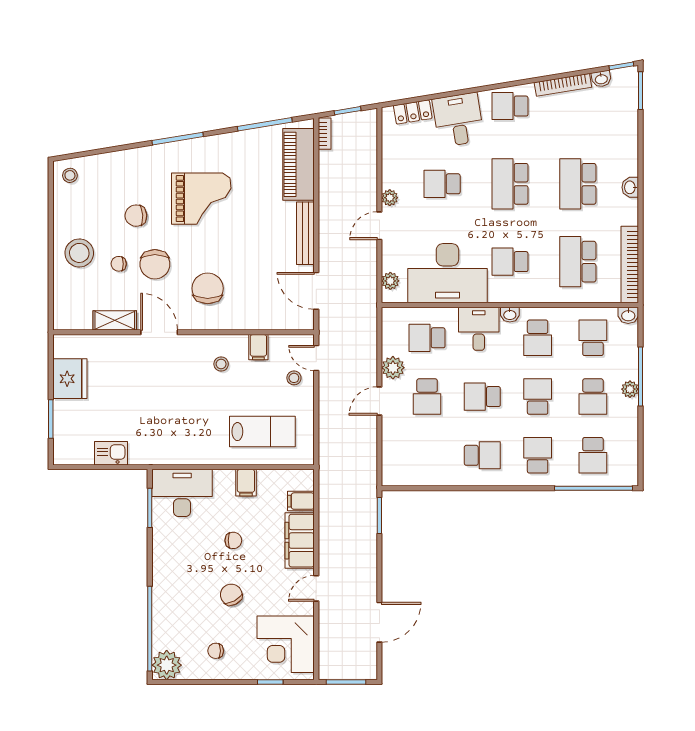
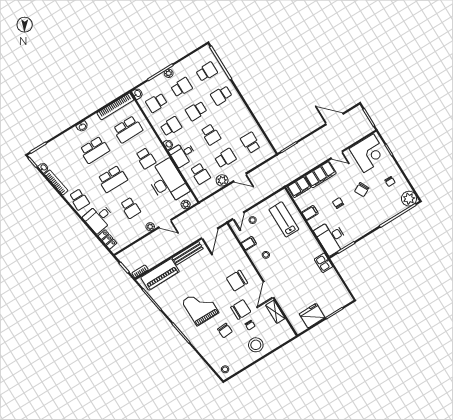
kitchen sink: (111, 453) -> (323, 263), moved
school desk: (482, 455) -> (250, 143), moved
filing cabinet: (301, 501) -> (299, 187), width x2.00

